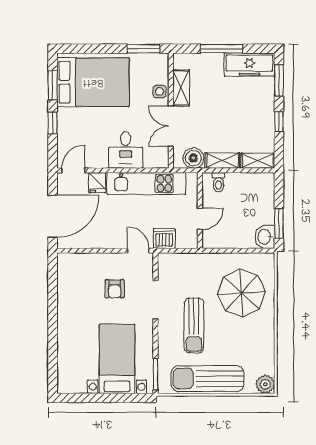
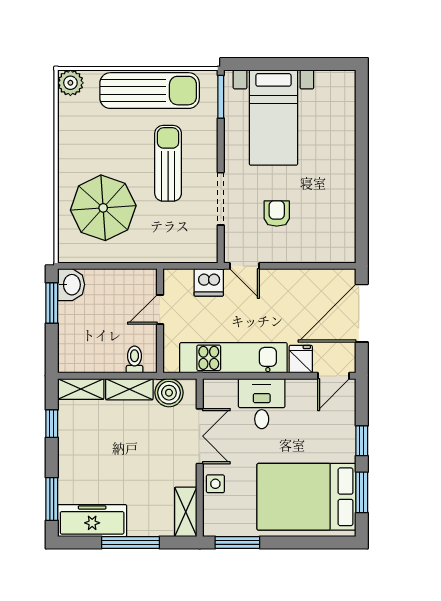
shelving: (181, 88) -> (186, 512), moved
window: (279, 122) -> (52, 424), moved

